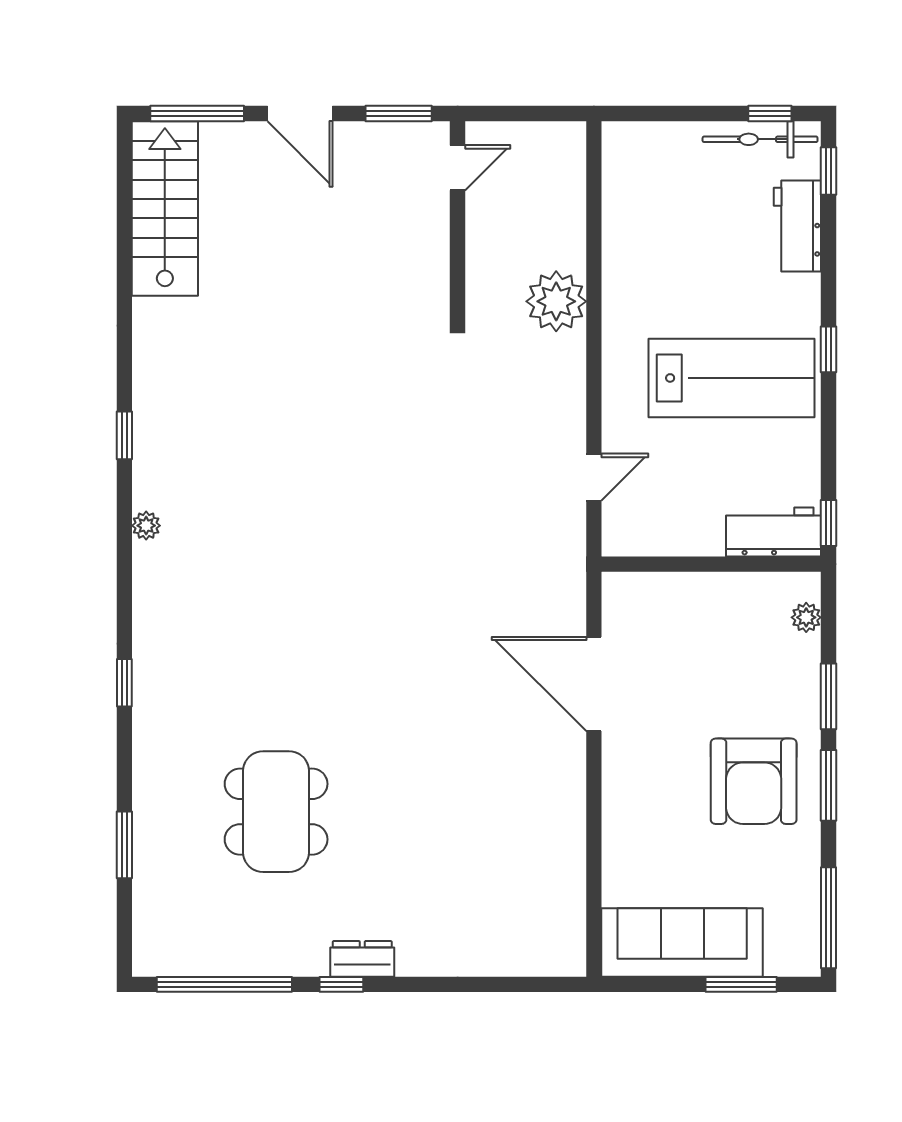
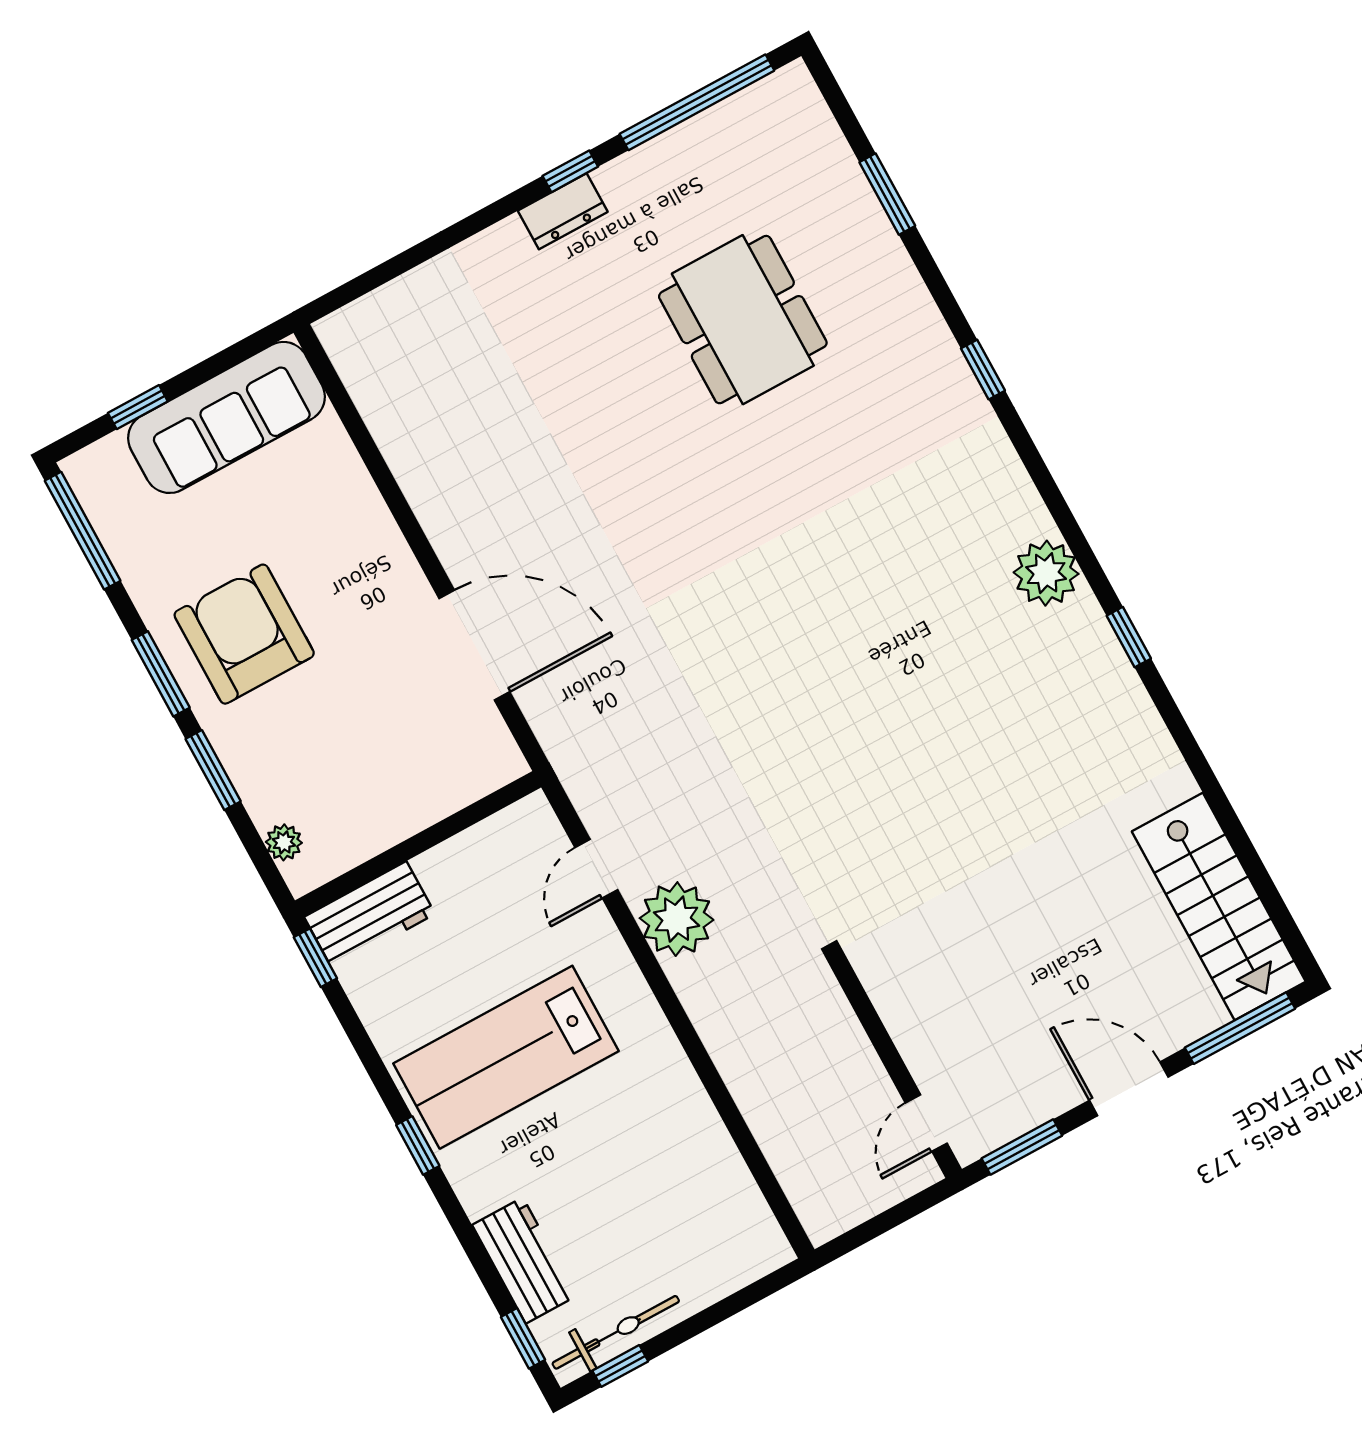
plant: (556, 301) -> (677, 919), moved
plant: (146, 526) -> (1046, 573), width x1.87, depth x1.87
window: (741, 984) -> (138, 407), width x0.67

